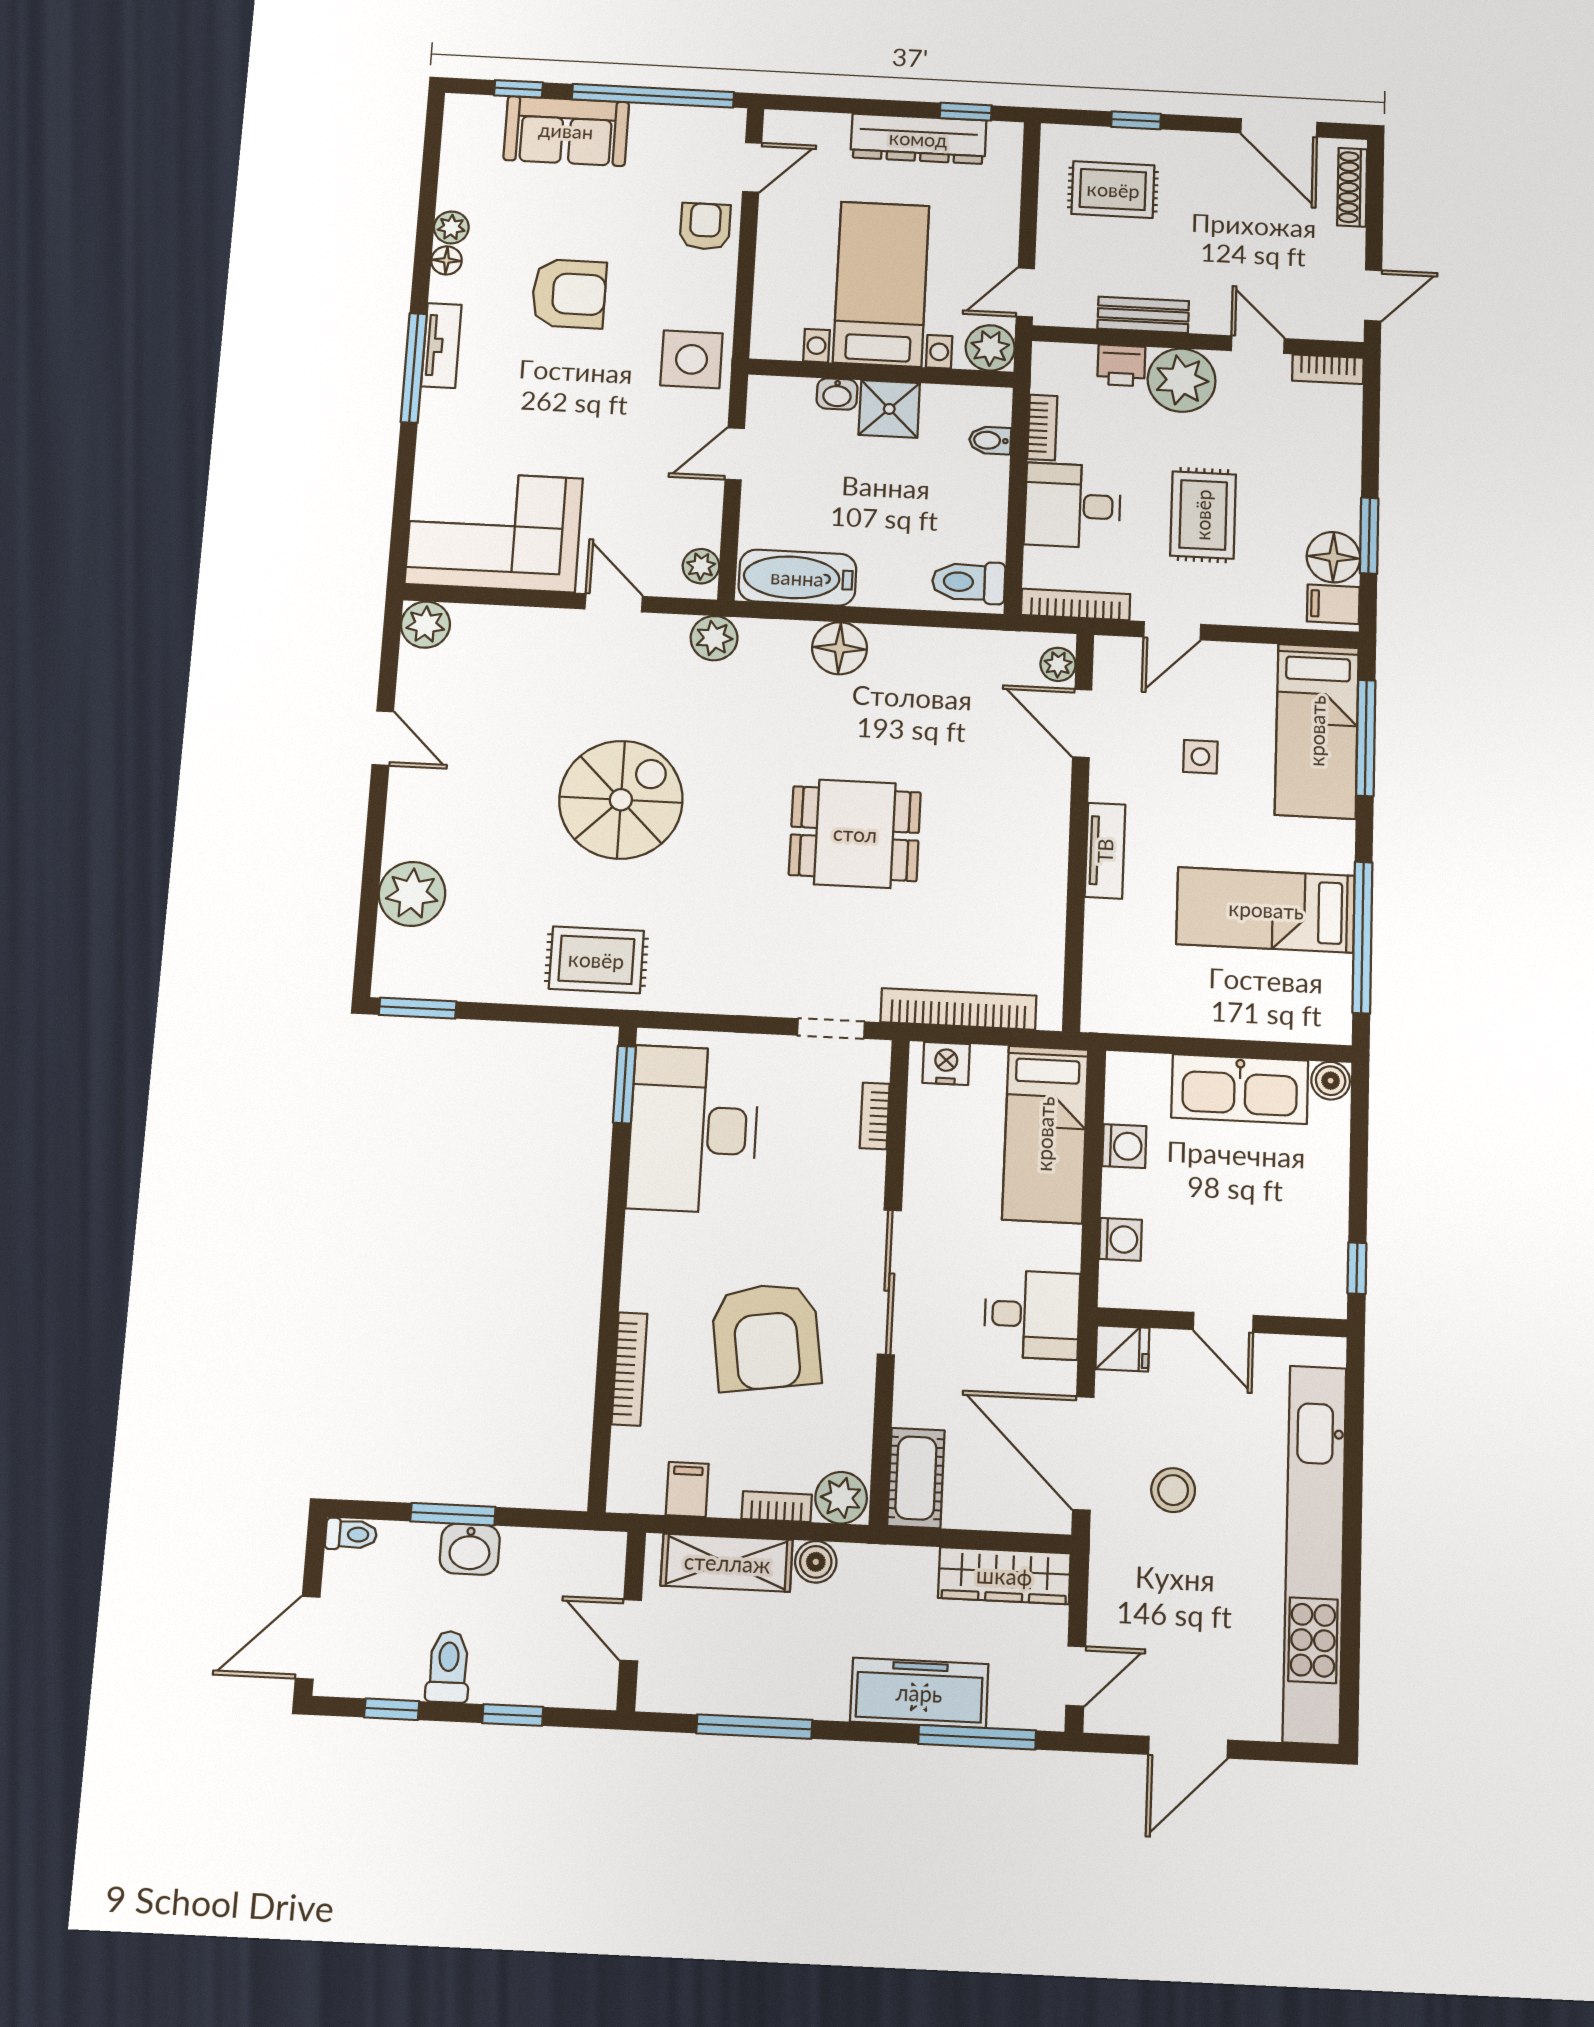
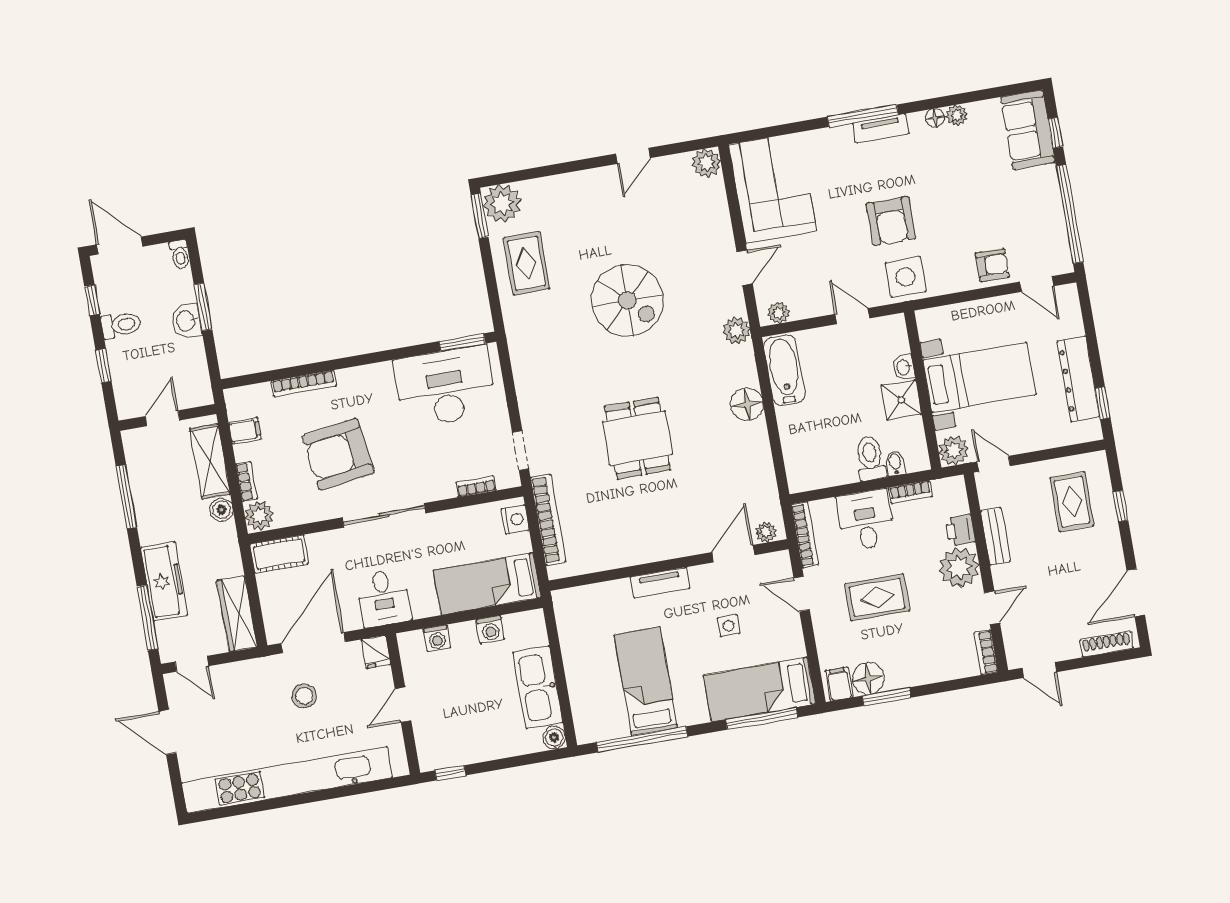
sofa: (566, 131) -> (1028, 130), moved
armchair: (569, 294) -> (891, 221), moved
toilet: (969, 582) -> (870, 458), moved
plant: (412, 894) -> (502, 203), moved
rug: (596, 960) -> (526, 263), moved

